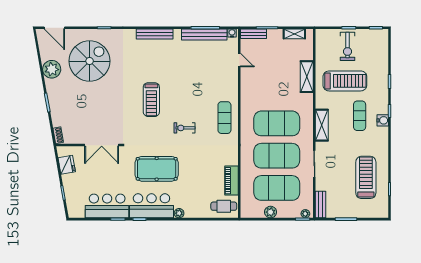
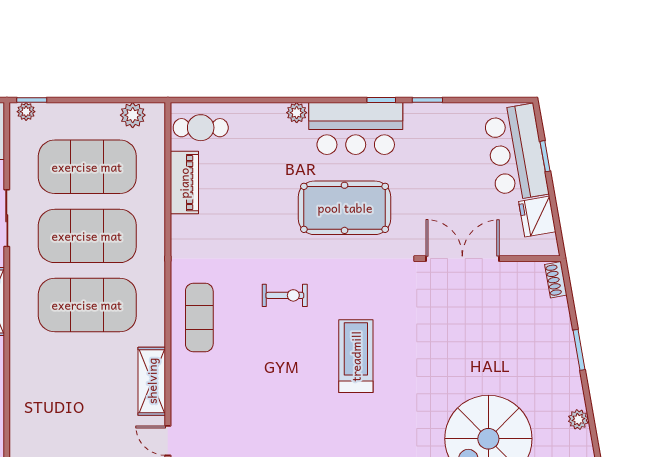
plant: (52, 69) -> (578, 420), width x0.53, depth x0.53
shelving: (307, 77) -> (152, 381), moved
bar counter: (107, 206) -> (516, 153), moved, turned 80
plant: (271, 212) -> (133, 115), moved

